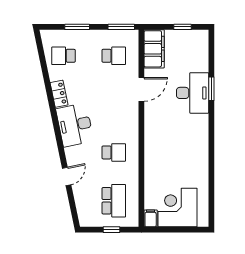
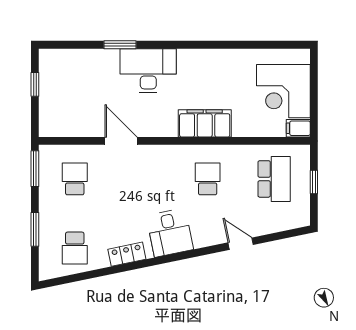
filing cabinet: (154, 49) -> (205, 123), moved
desk: (193, 93) -> (148, 71), moved
desk: (75, 125) -> (170, 233), width x0.73
school desk: (114, 201) -> (274, 179), turned 90

